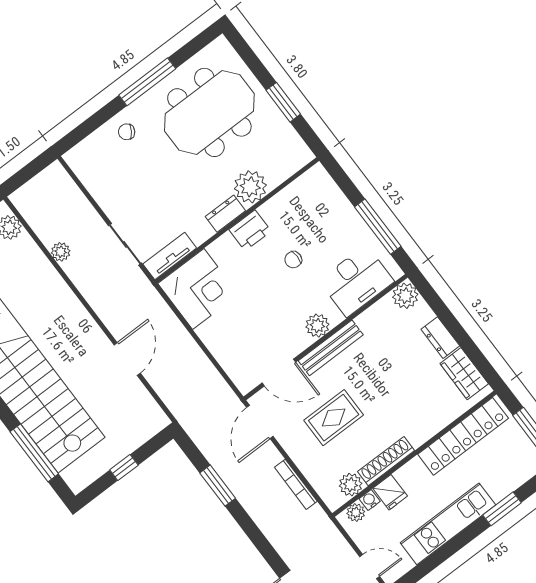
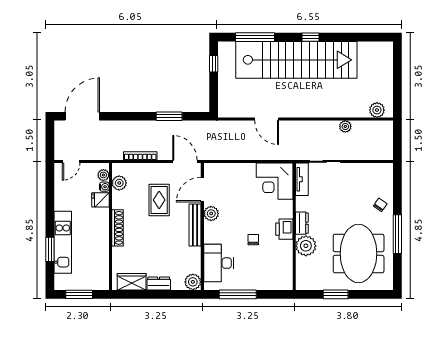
plant: (317, 326) -> (211, 214), moved
locker: (463, 436) -> (101, 257), removed
shoe rack: (386, 461) -> (118, 228), moved
window: (124, 468) -> (214, 64), moved
kitchen unit: (448, 524) -> (63, 242), moved

